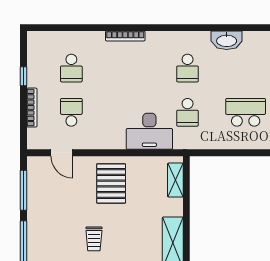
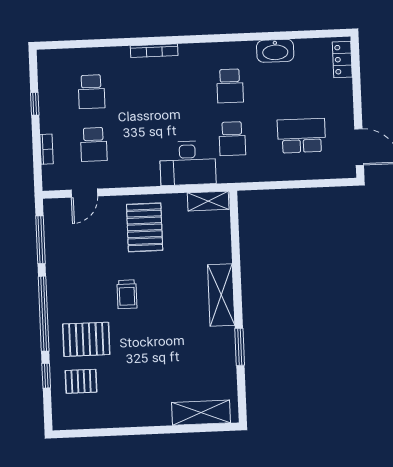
bookcase: (32, 108) -> (47, 149), width x0.64
school desk: (71, 112) -> (94, 144), turned 180
door: (62, 153) -> (84, 193), hinge flipped
shelving: (175, 180) -> (208, 201), moved, turned 90

